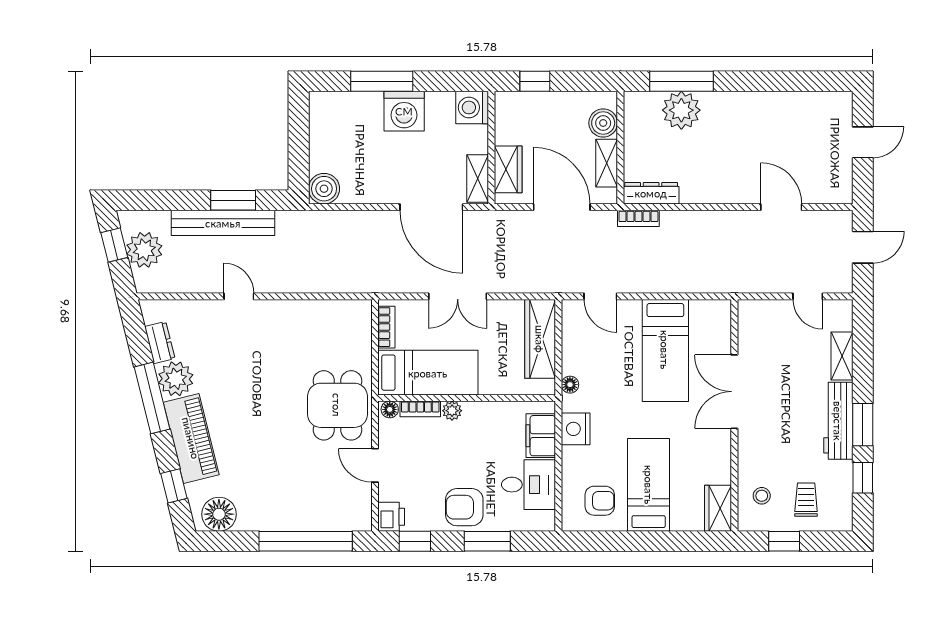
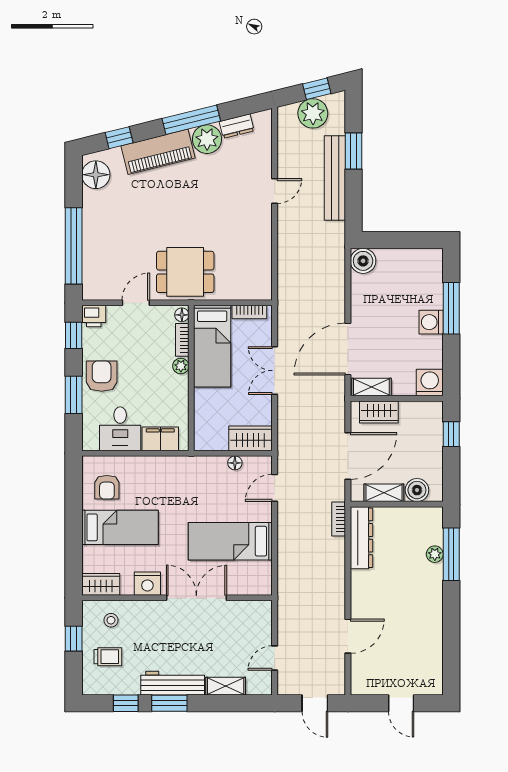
plant: (681, 110) -> (435, 554), width x0.53, depth x0.53
washing machine: (404, 111) -> (431, 322), width x0.73, depth x0.73
dresser: (651, 193) -> (361, 538), width x1.37, depth x1.24
window: (233, 200) -> (354, 151), moved
wardrobe: (540, 339) -> (251, 438), width x0.67
floor lamp: (570, 385) -> (235, 463), moved
nightstand: (576, 429) -> (147, 584), moved, turned 180

